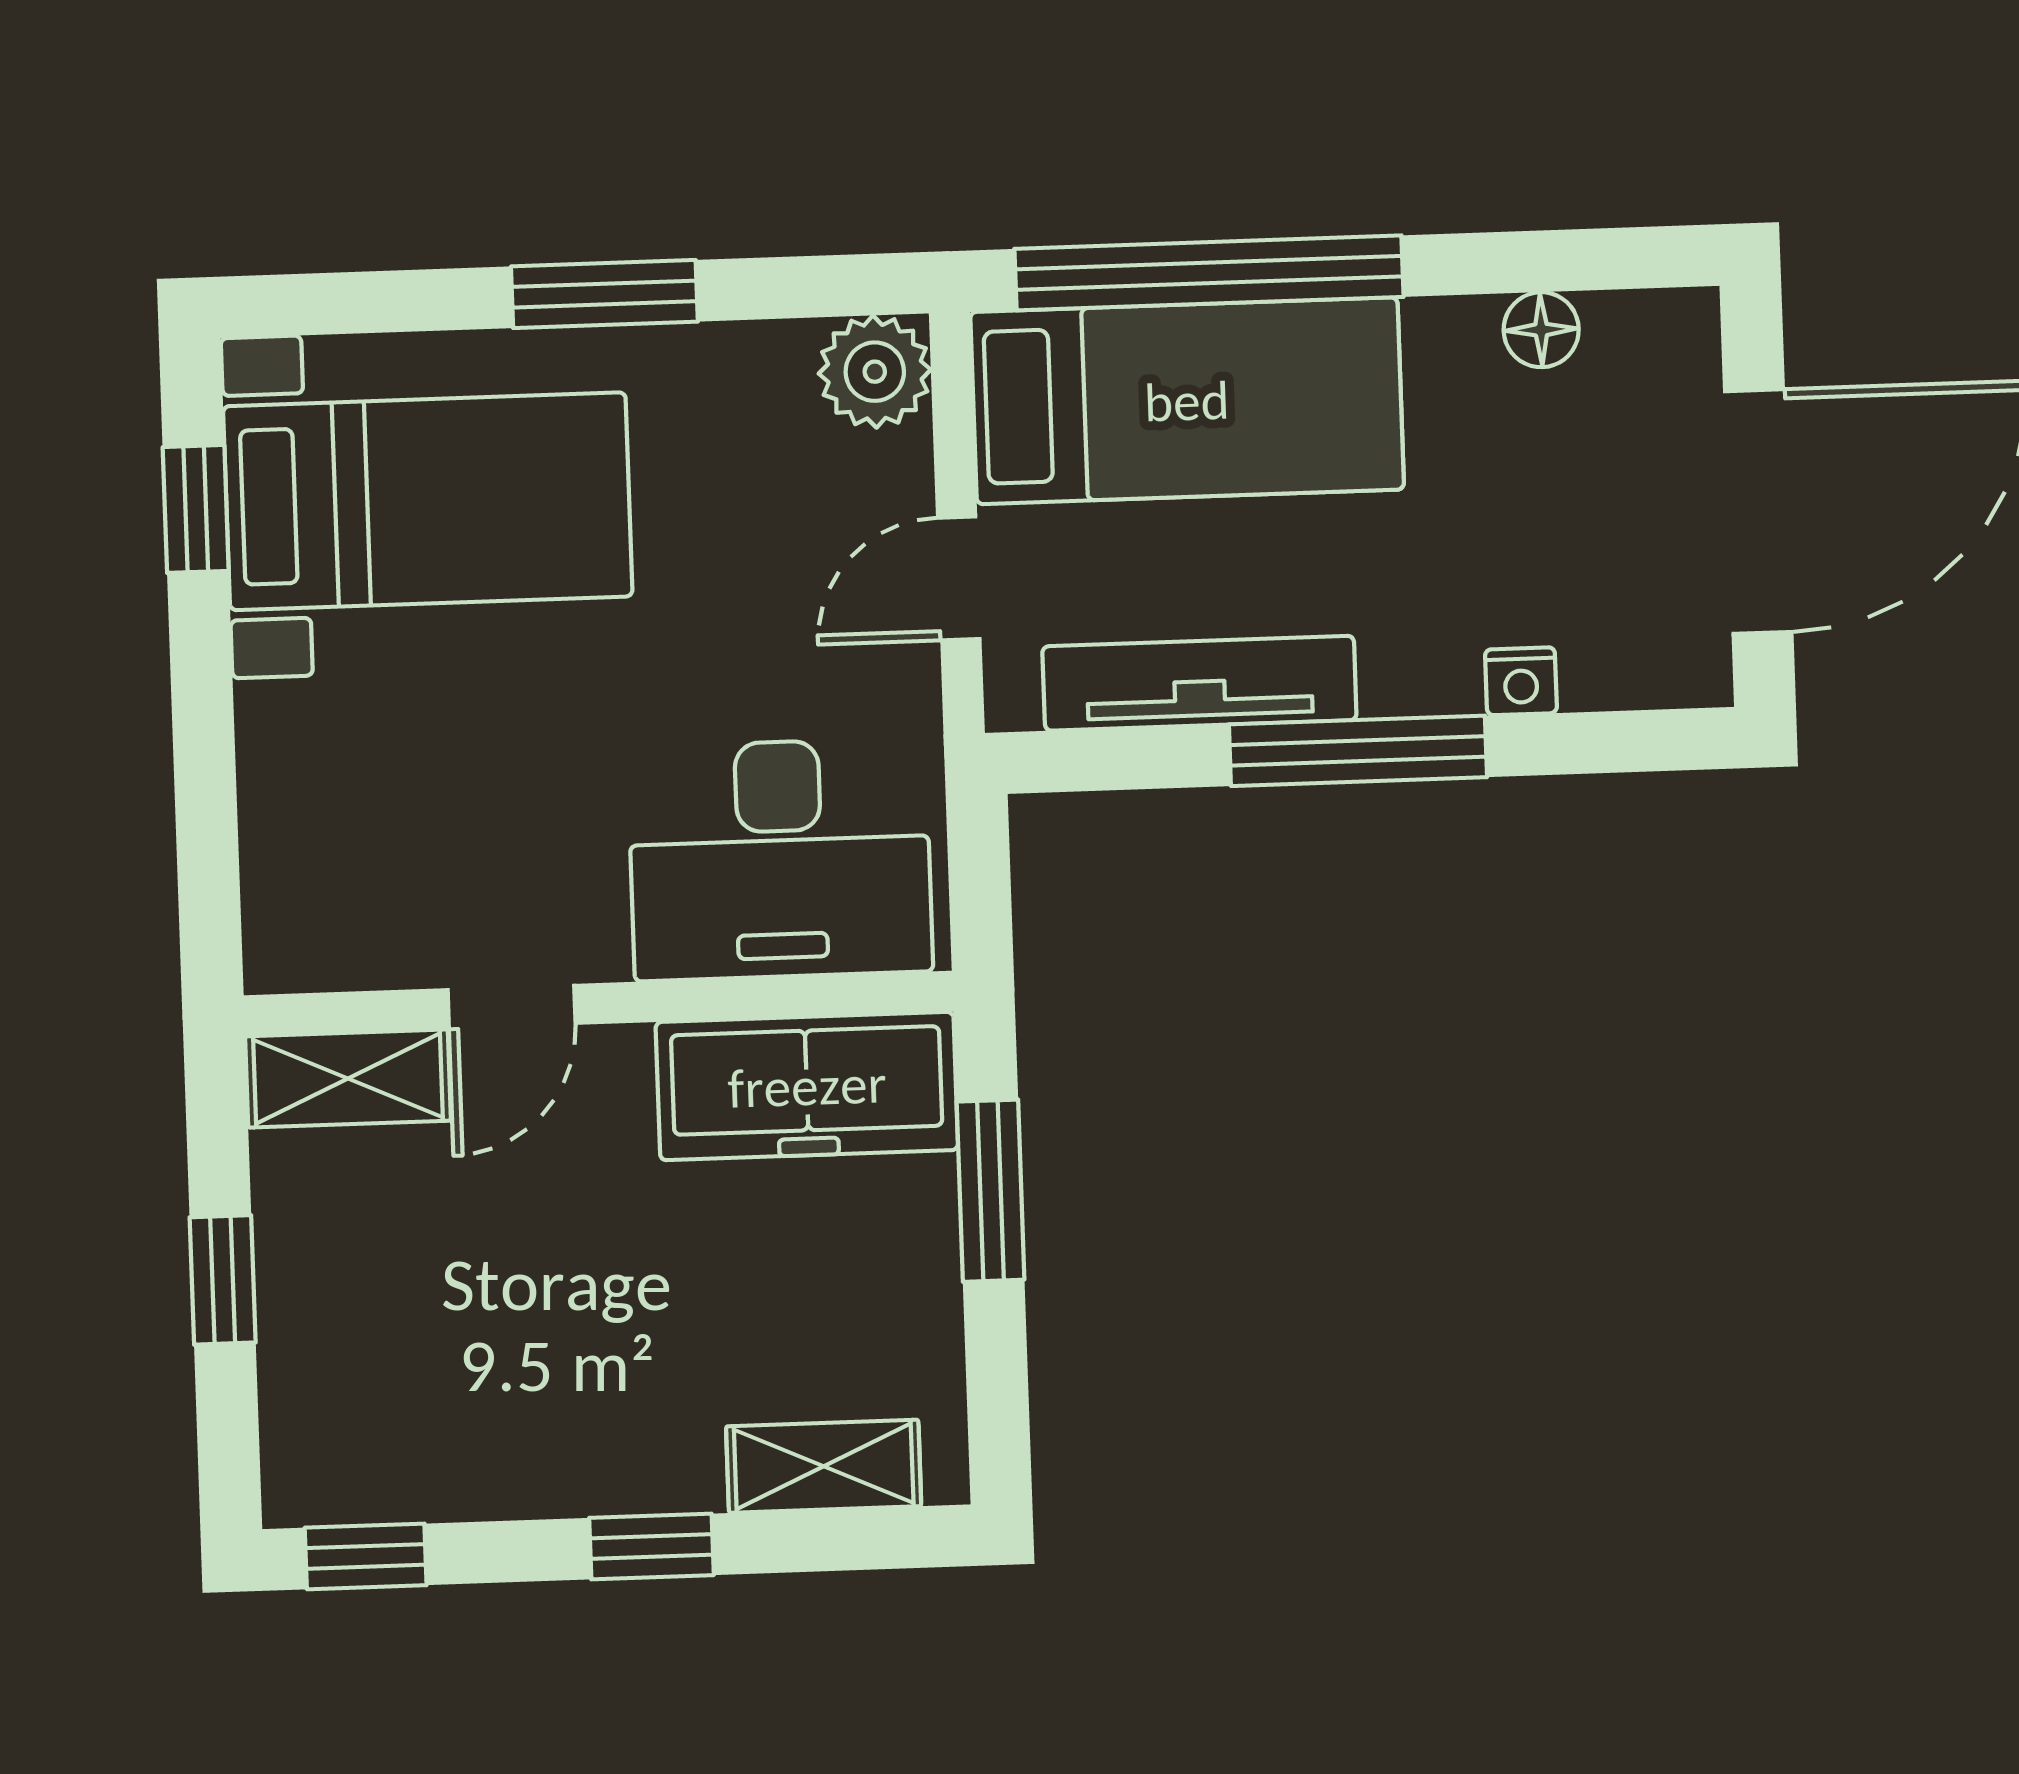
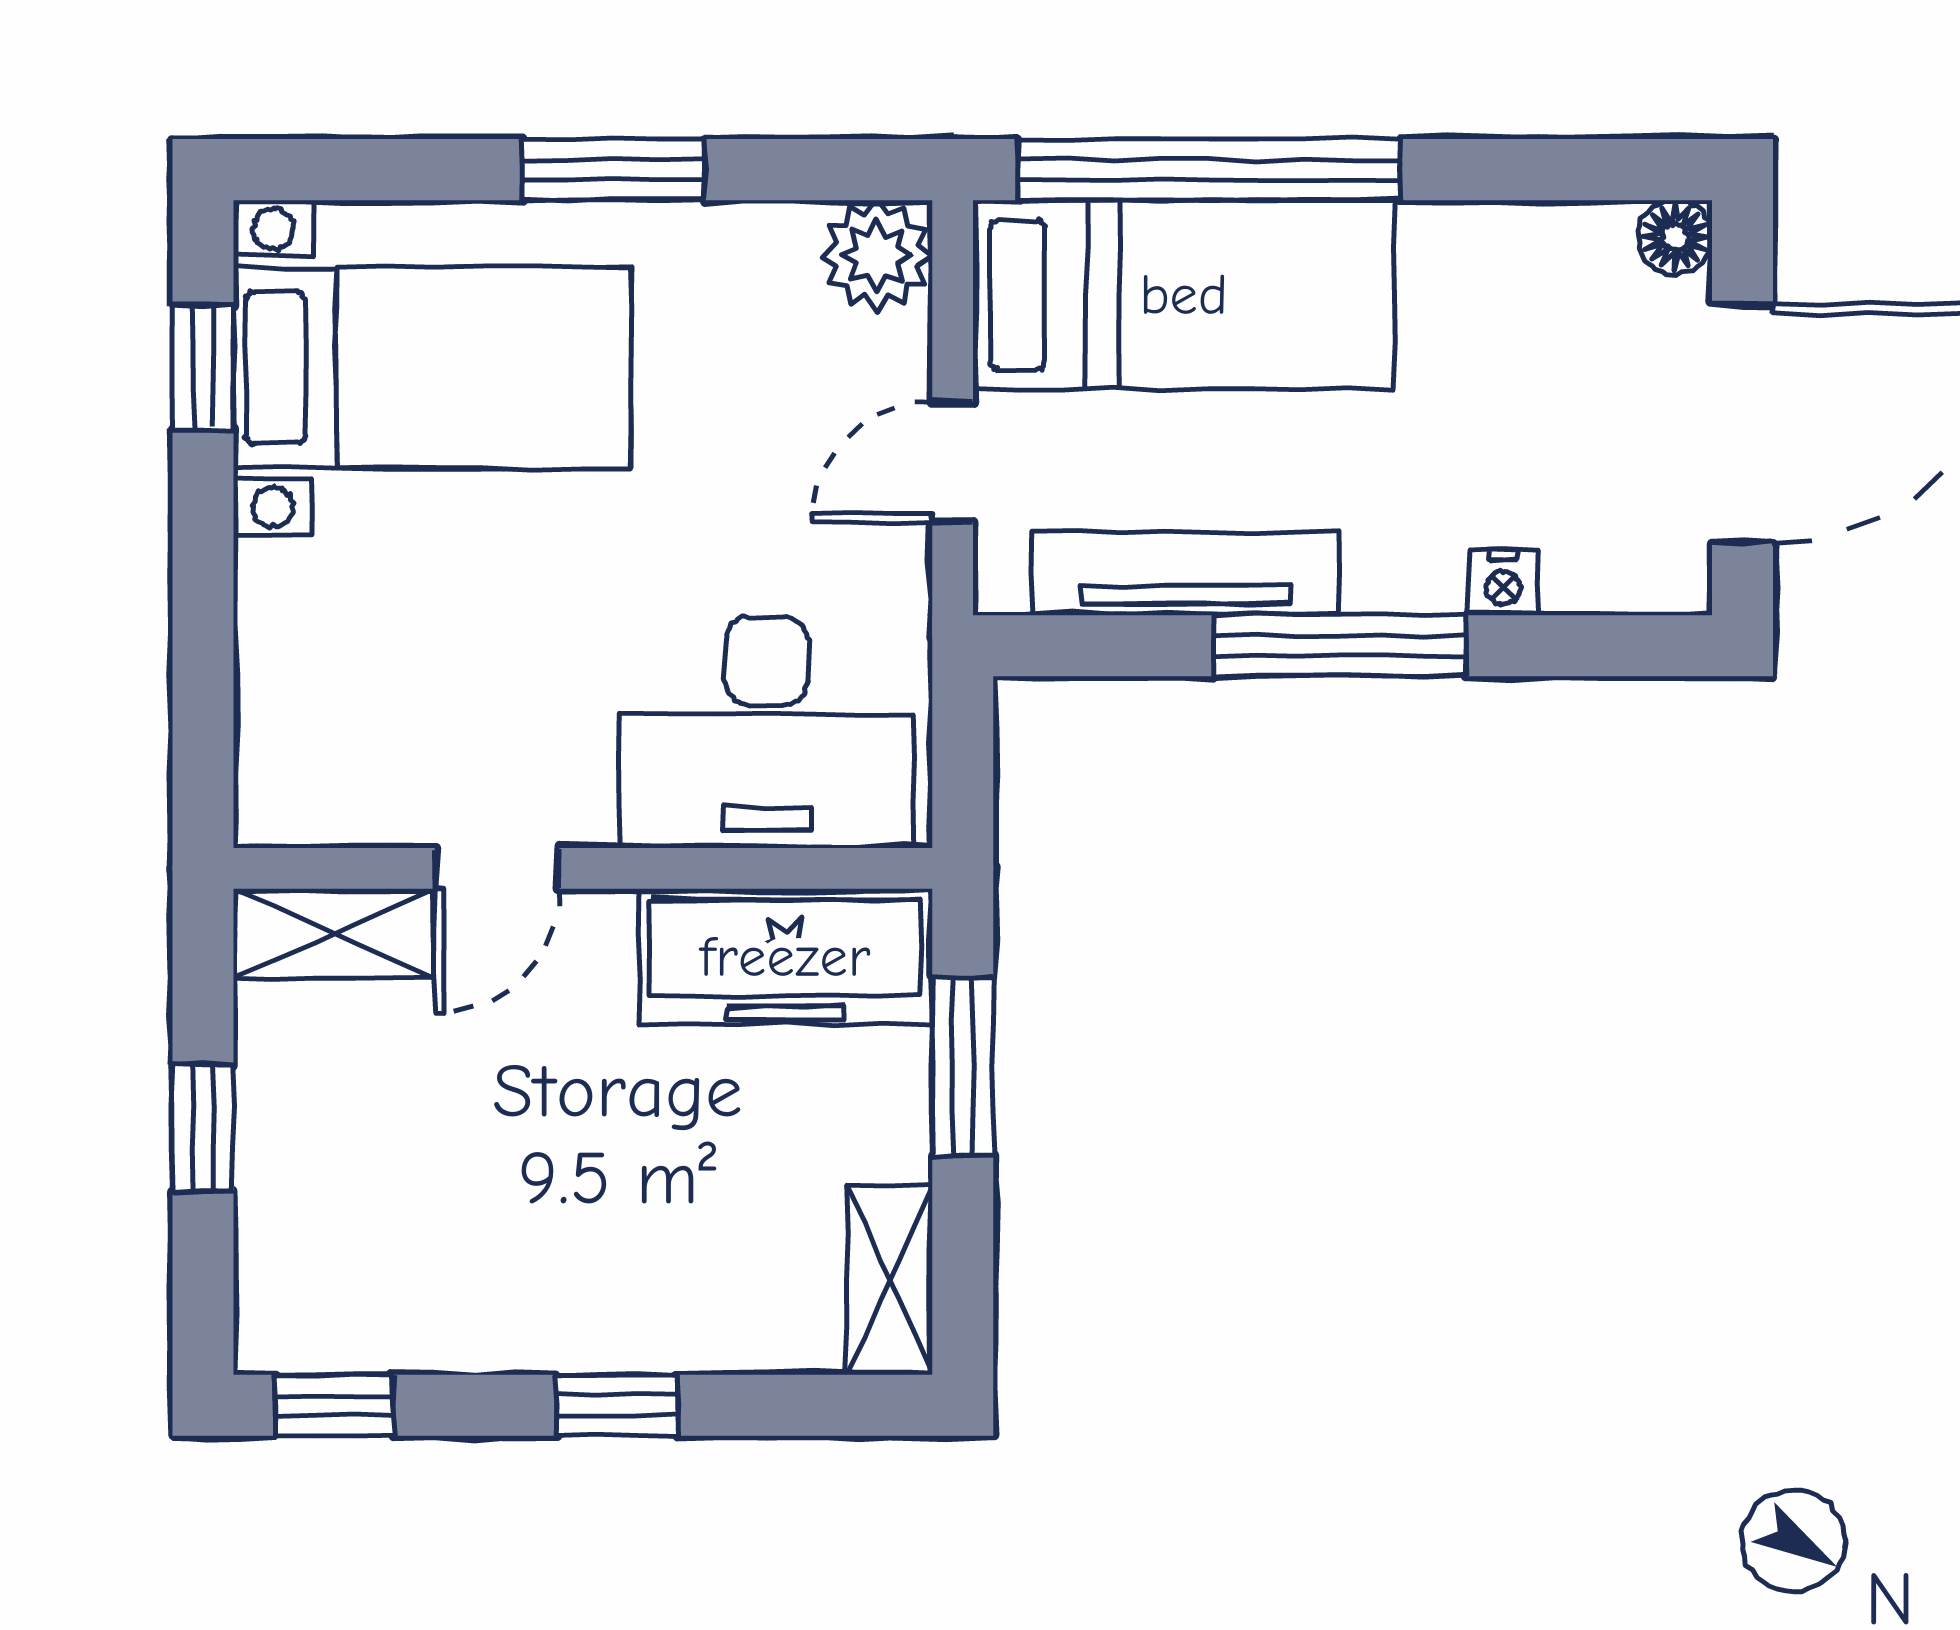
floor lamp: (1541, 330) -> (1675, 237), moved
shelving: (824, 1466) -> (890, 1280), moved, turned 90

